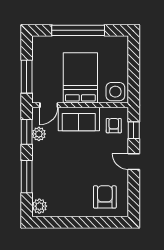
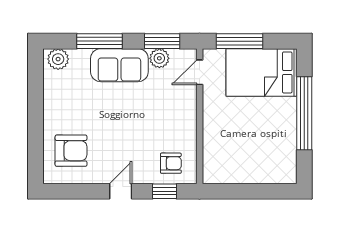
bed: (80, 78) -> (261, 72), moved, turned 180
side table: (115, 92) -> (219, 165), removed
door: (49, 105) -> (200, 72), hinge flipped
sofa: (79, 119) -> (119, 65), moved, turned -90

